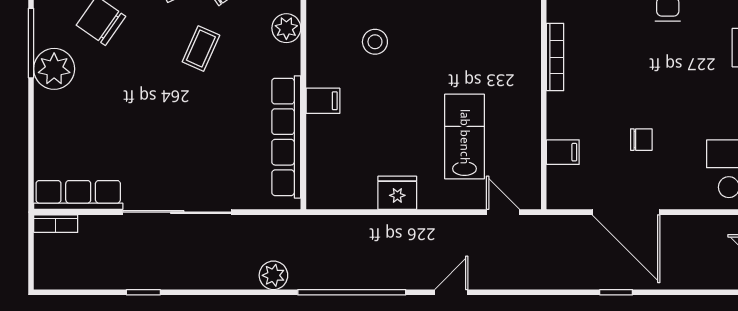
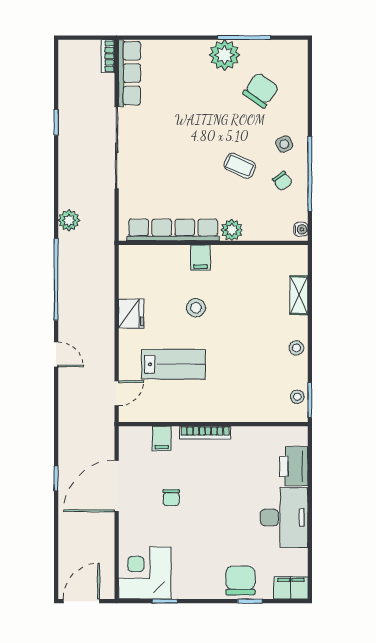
plant: (286, 28) -> (232, 230), moved
stool: (375, 42) -> (196, 308), moved
bookcase: (555, 57) -> (205, 433), moved

